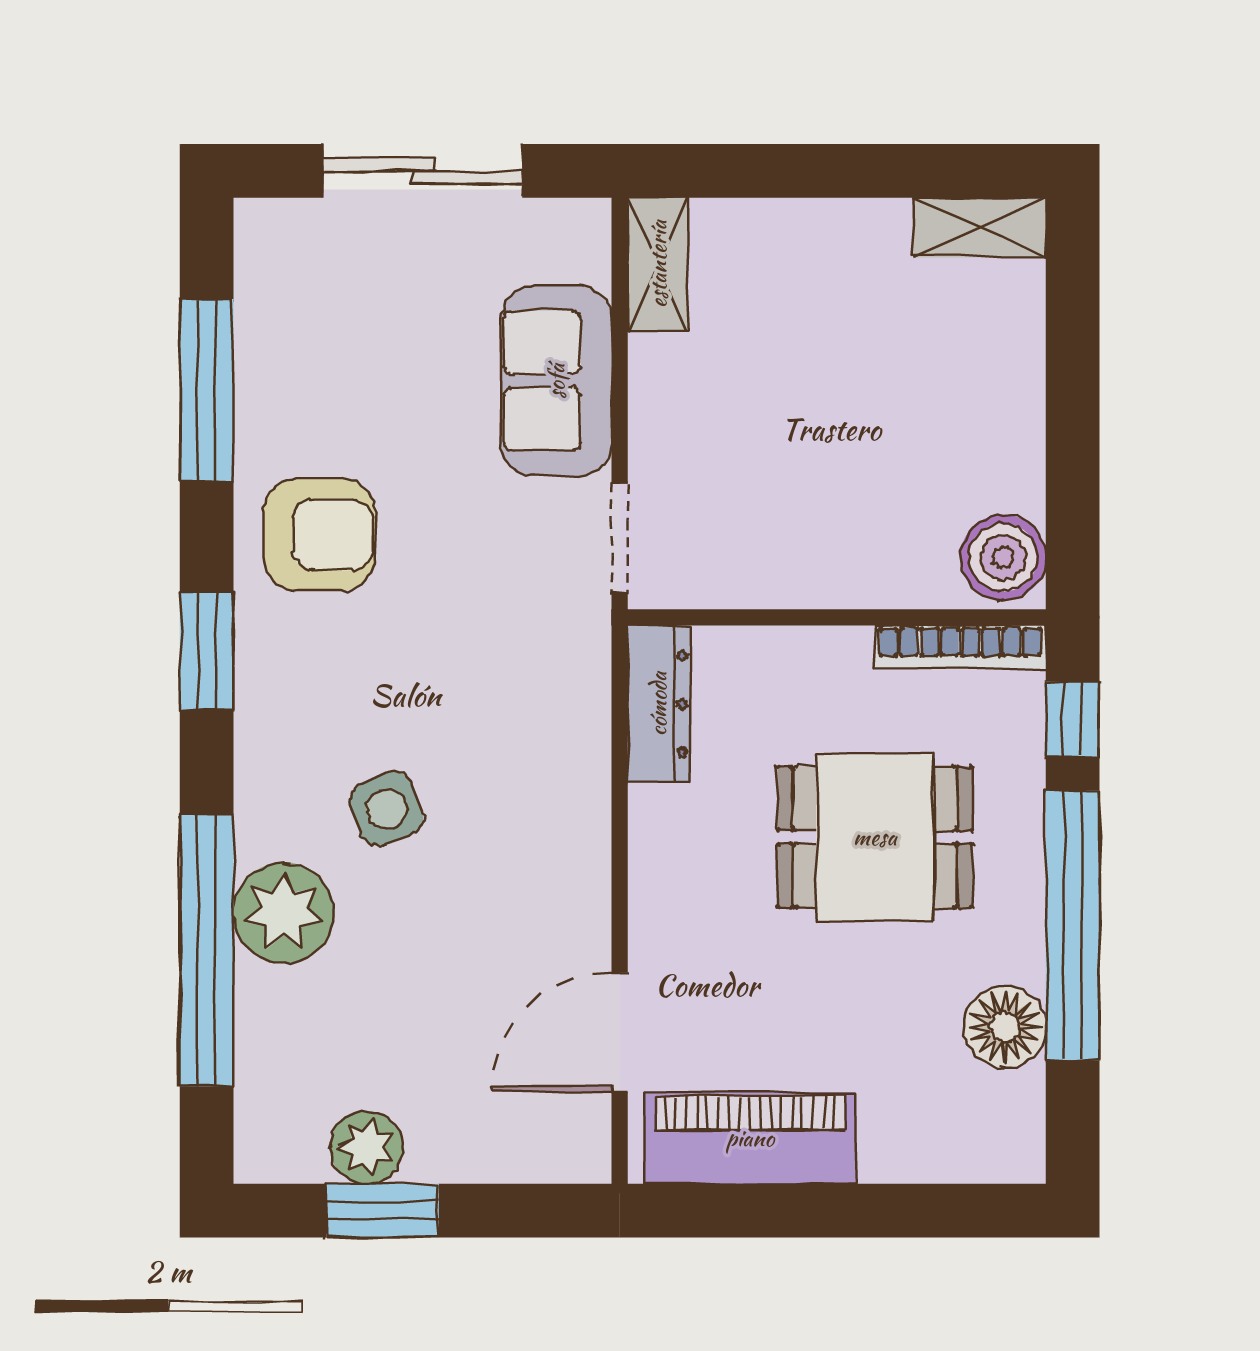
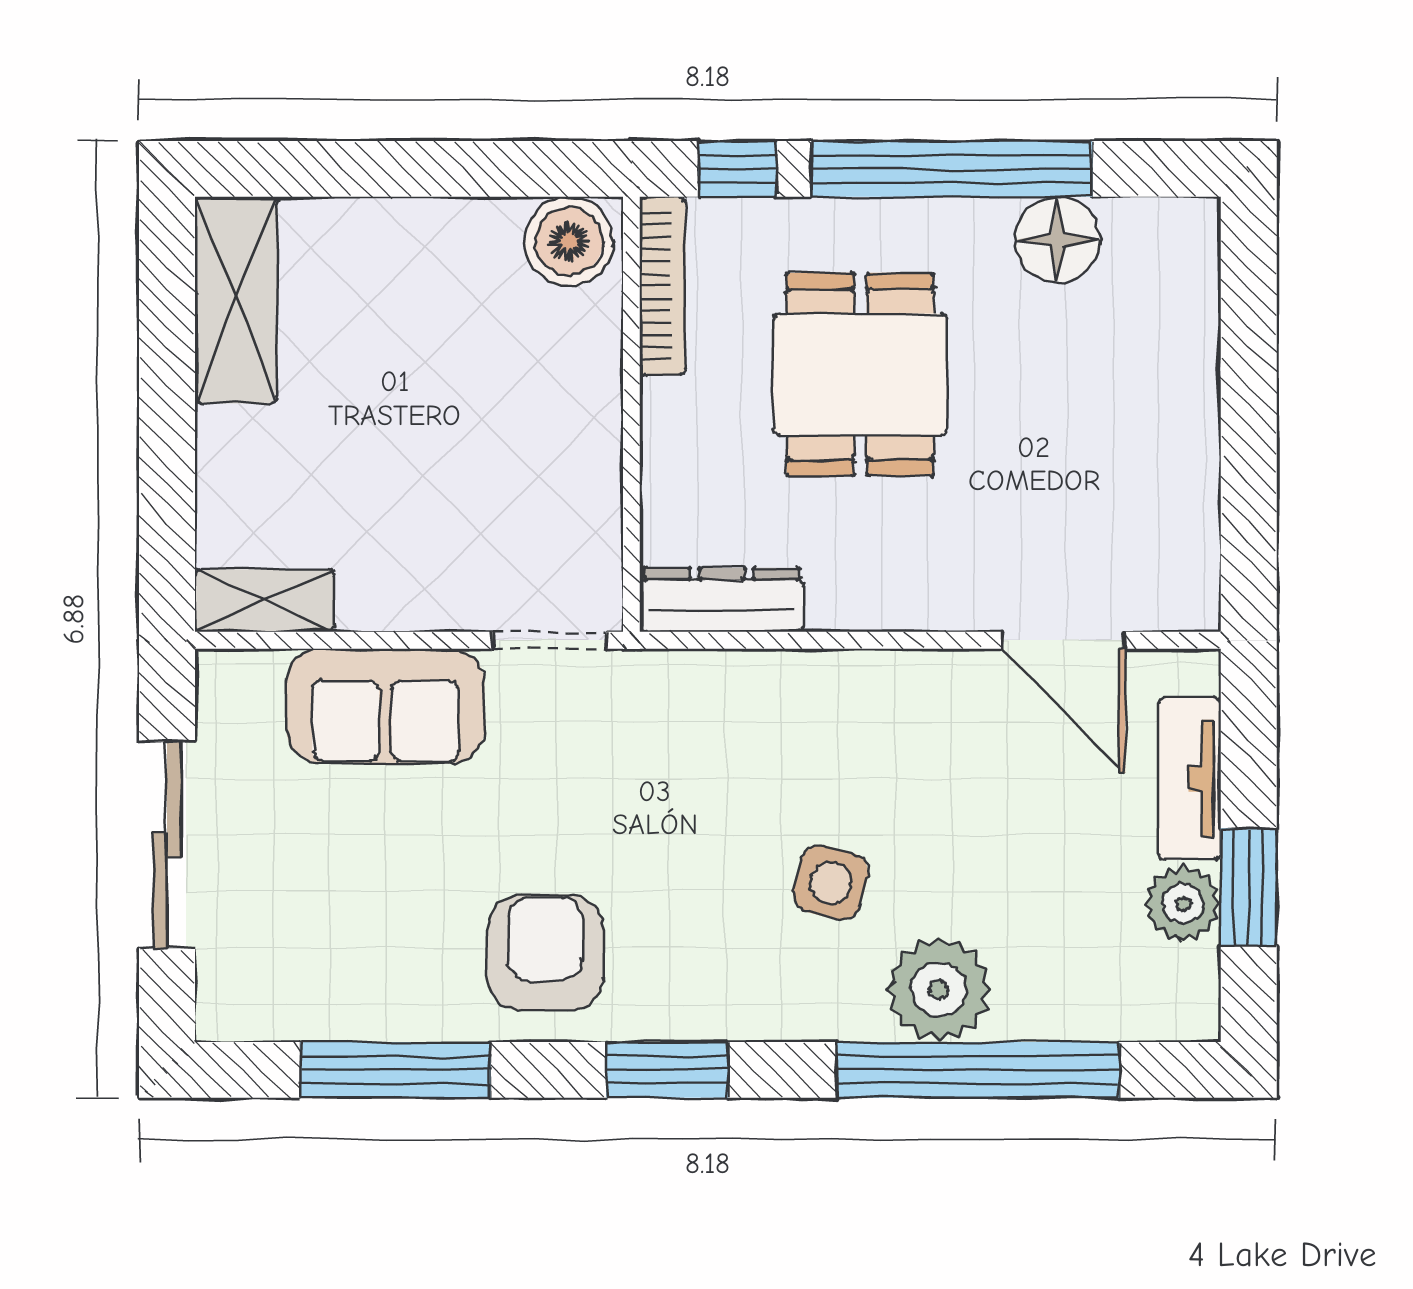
shelving: (980, 227) -> (236, 300), width x1.50, depth x1.33
side table: (386, 809) -> (831, 883), turned 36
piano: (750, 1138) -> (1173, 505), removed
tv unit: (487, 1154) -> (1190, 779), added

